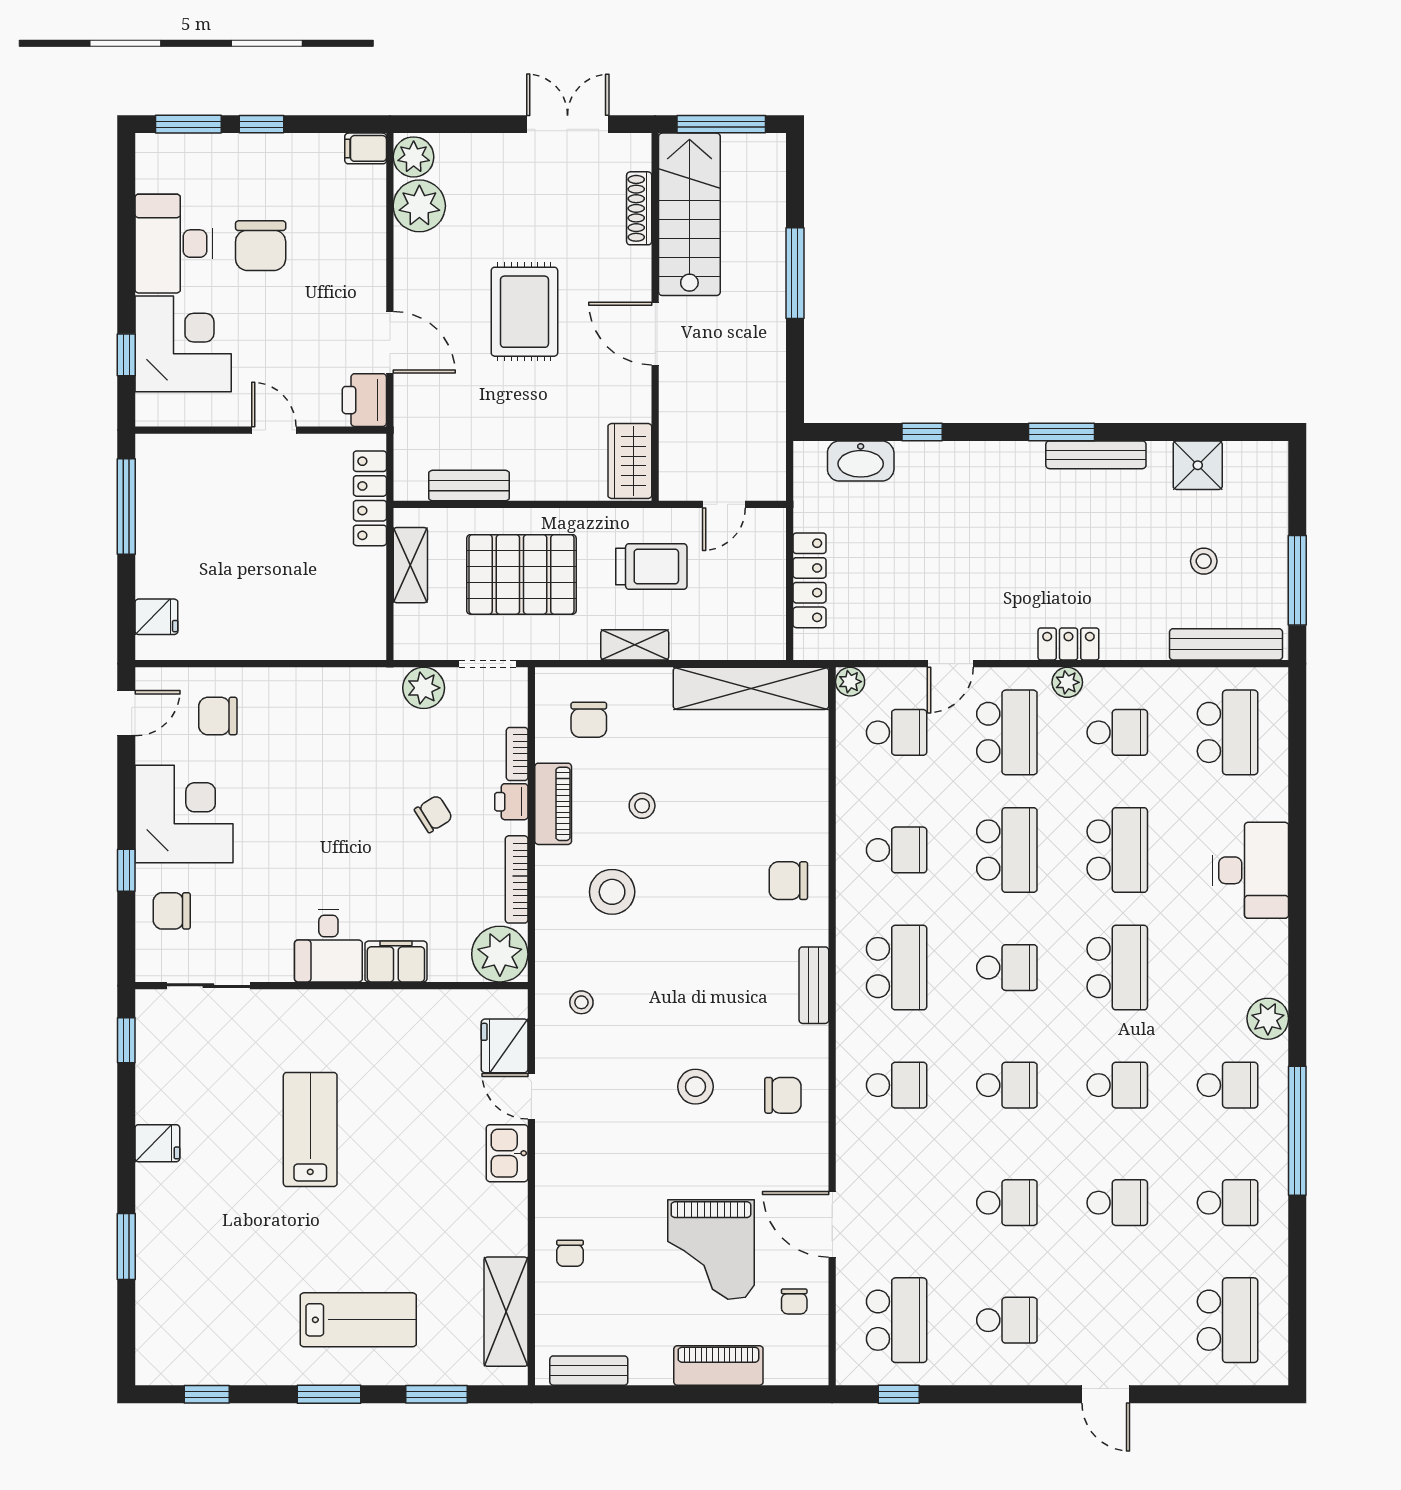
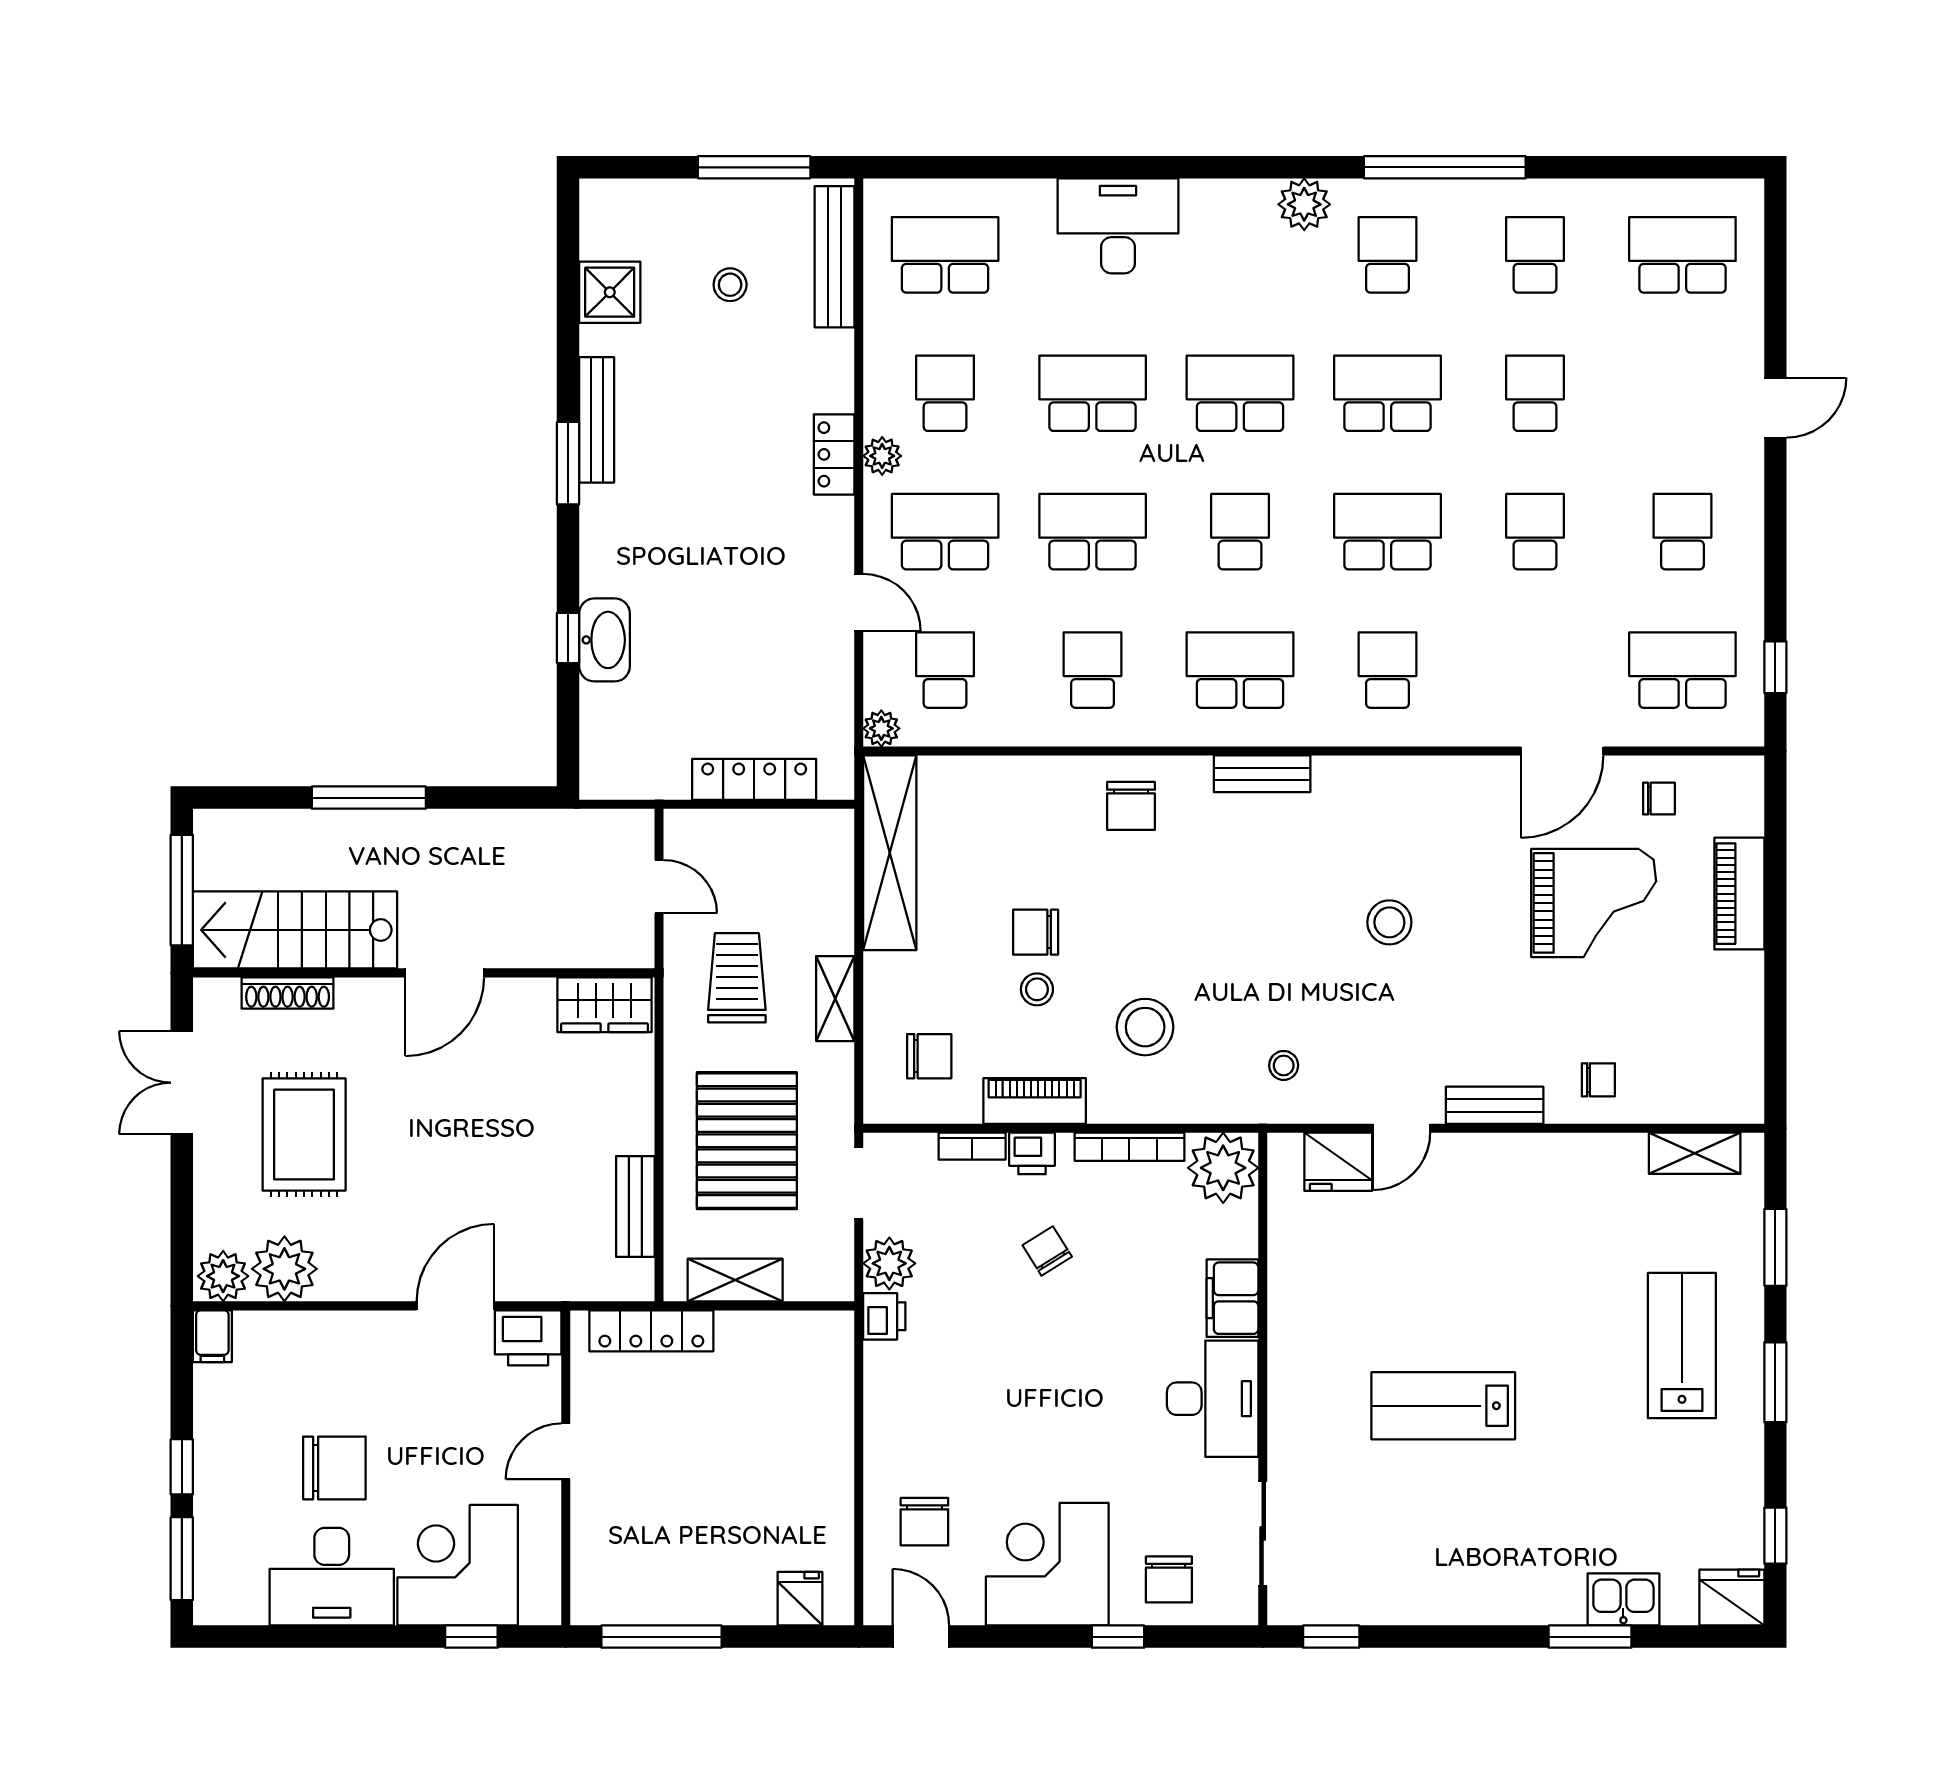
rug: (524, 312) -> (304, 1135), moved, turned 90
washbasin: (861, 461) -> (604, 640), moved
printer: (381, 684) -> (884, 1316), added
desk: (328, 946) -> (1213, 1399), width x1.37
school desk: (1007, 1085) -> (1387, 532), width x1.85
school desk: (1117, 1085) -> (1387, 393), width x1.85
chair: (783, 1095) -> (1036, 932), moved, turned -90
fridge: (157, 1143) -> (1732, 1597), moved, width x1.38
kitchen sink: (507, 1153) -> (1623, 1599), moved, turned 180
shelving: (506, 1312) -> (1695, 1153), width x0.67, depth x0.75
bench: (589, 1371) -> (1495, 1105), moved, turned 90

